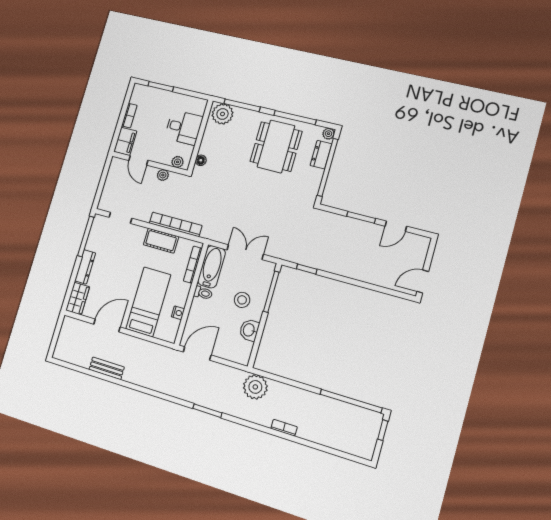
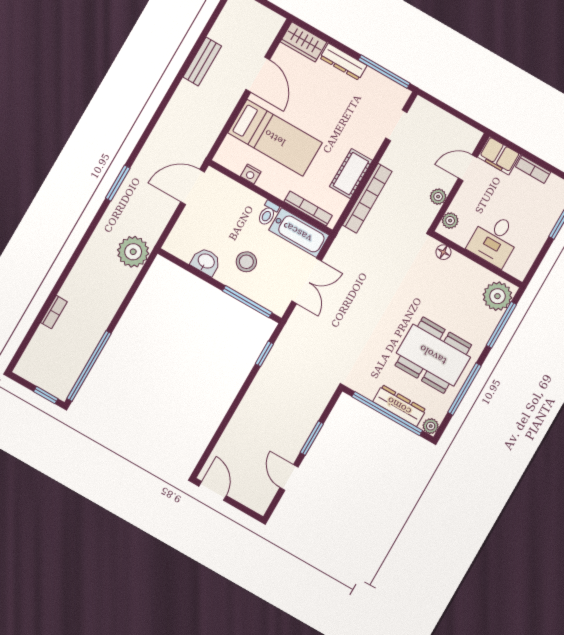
dresser: (321, 155) -> (399, 406), width x1.44
door: (197, 353) -> (193, 187), swing flipped
bookcase: (284, 428) -> (54, 312), moved

